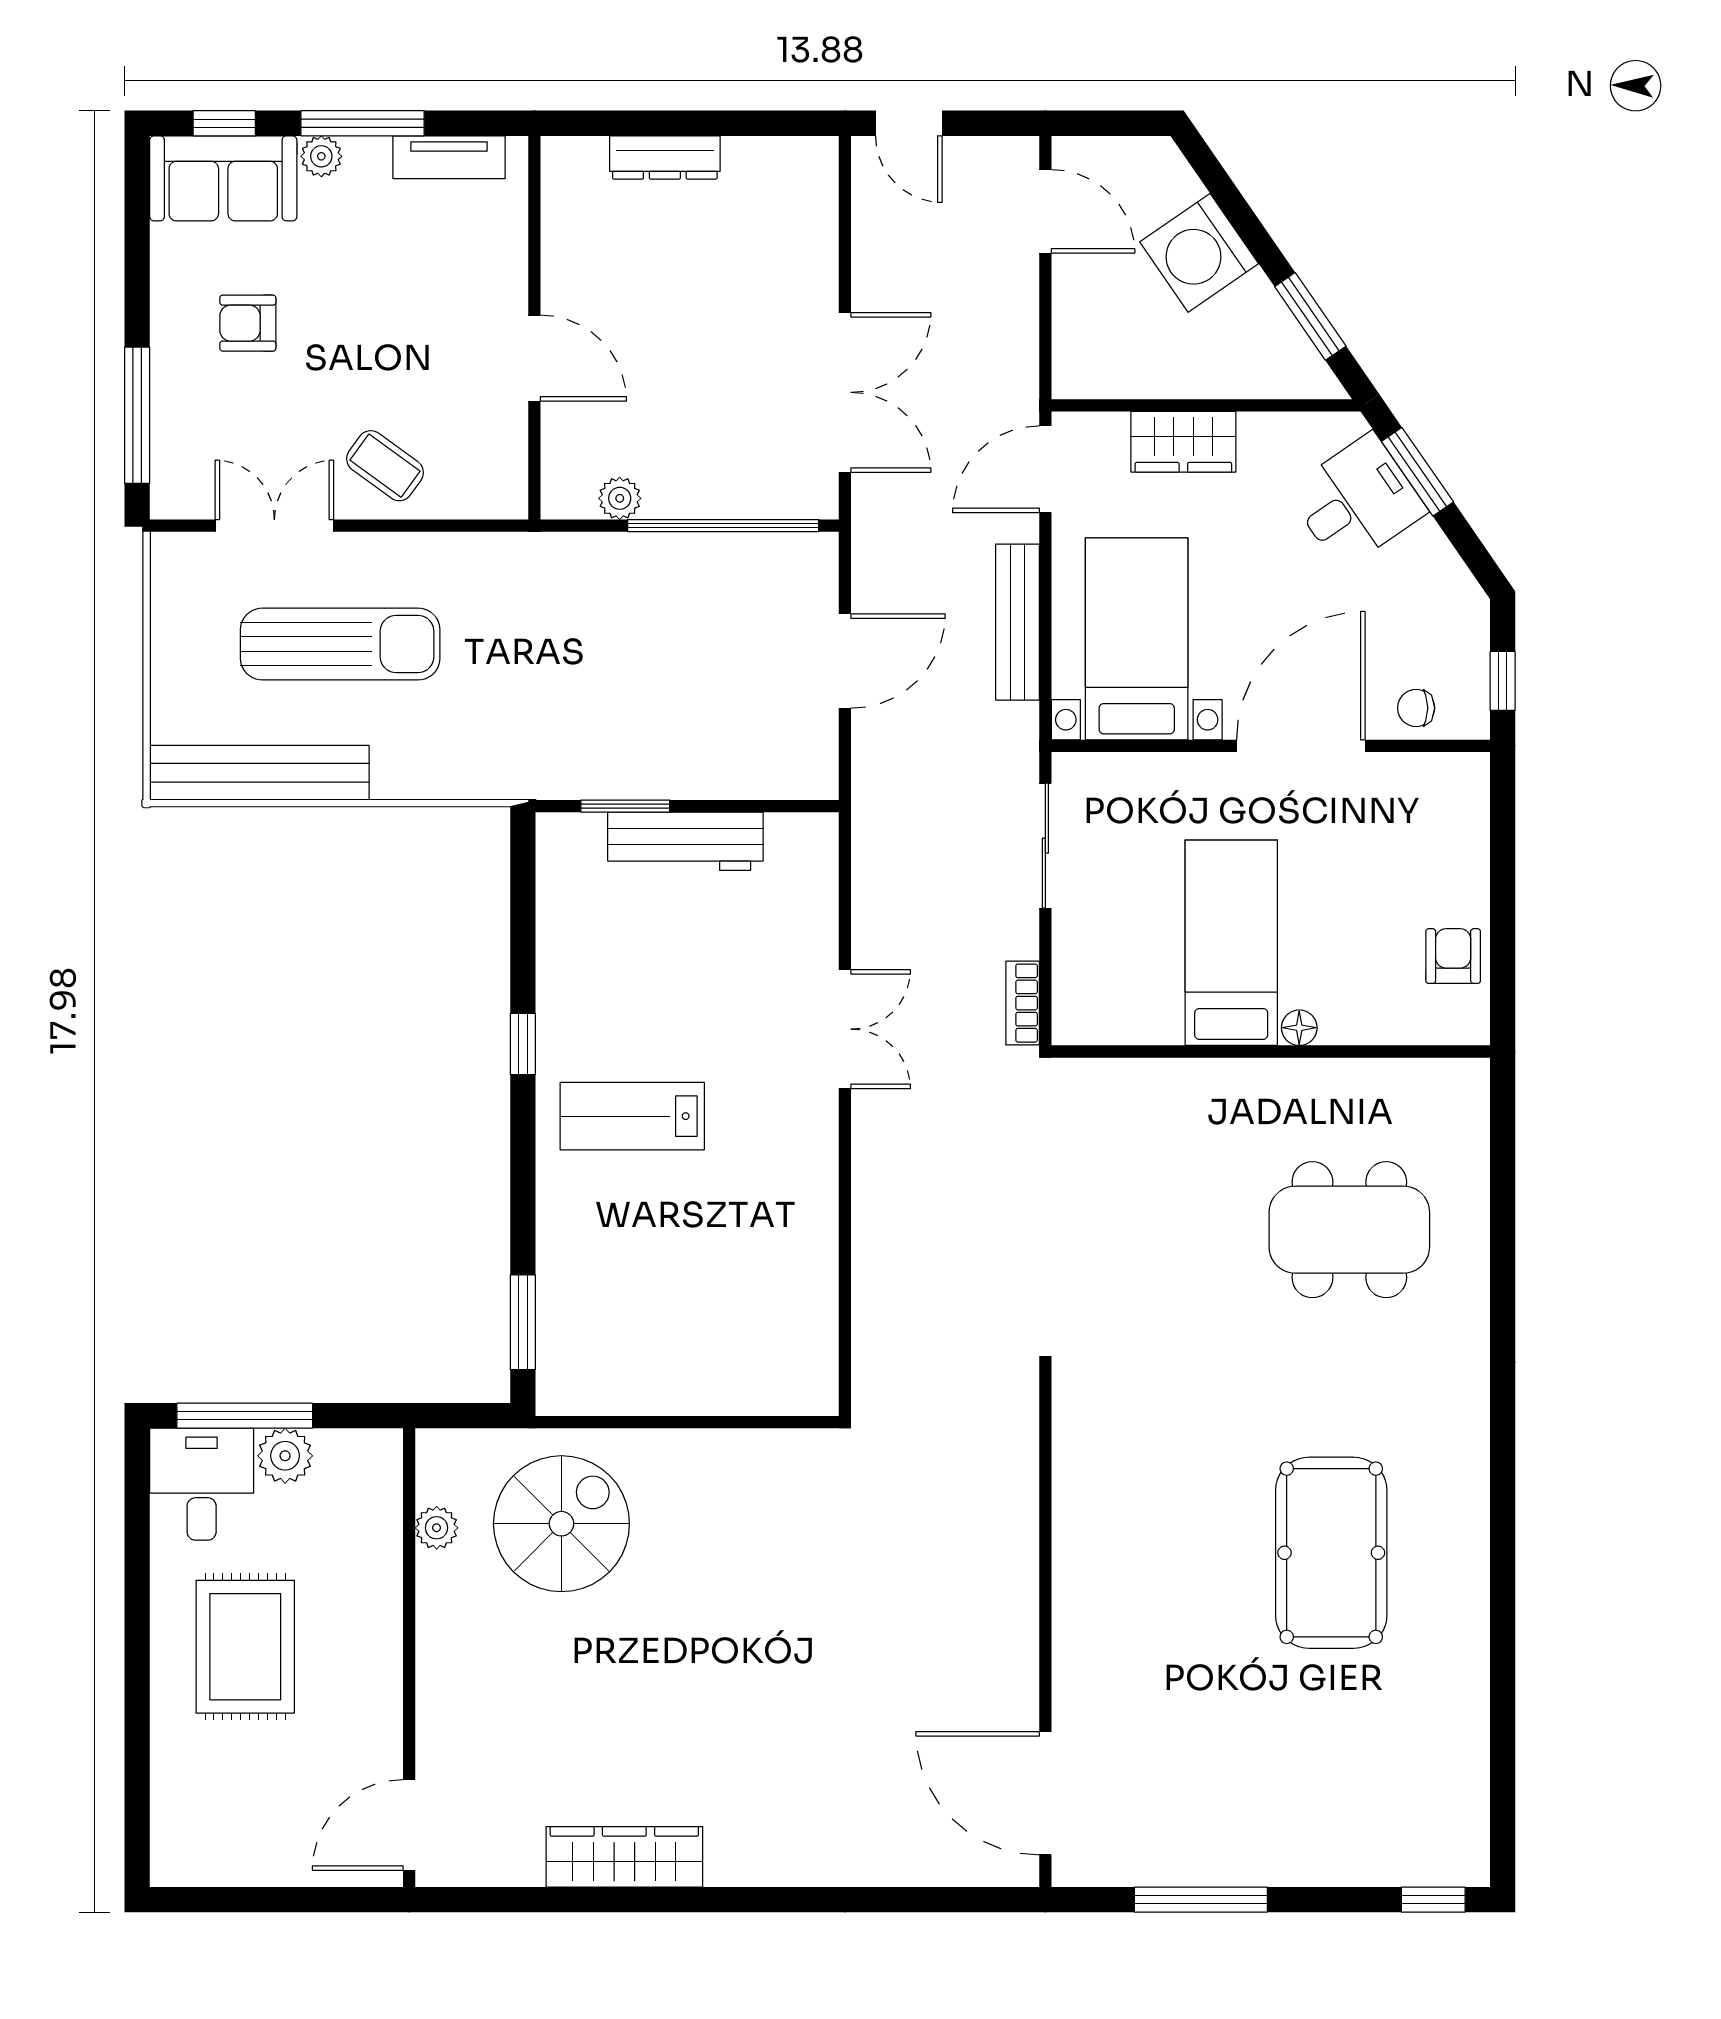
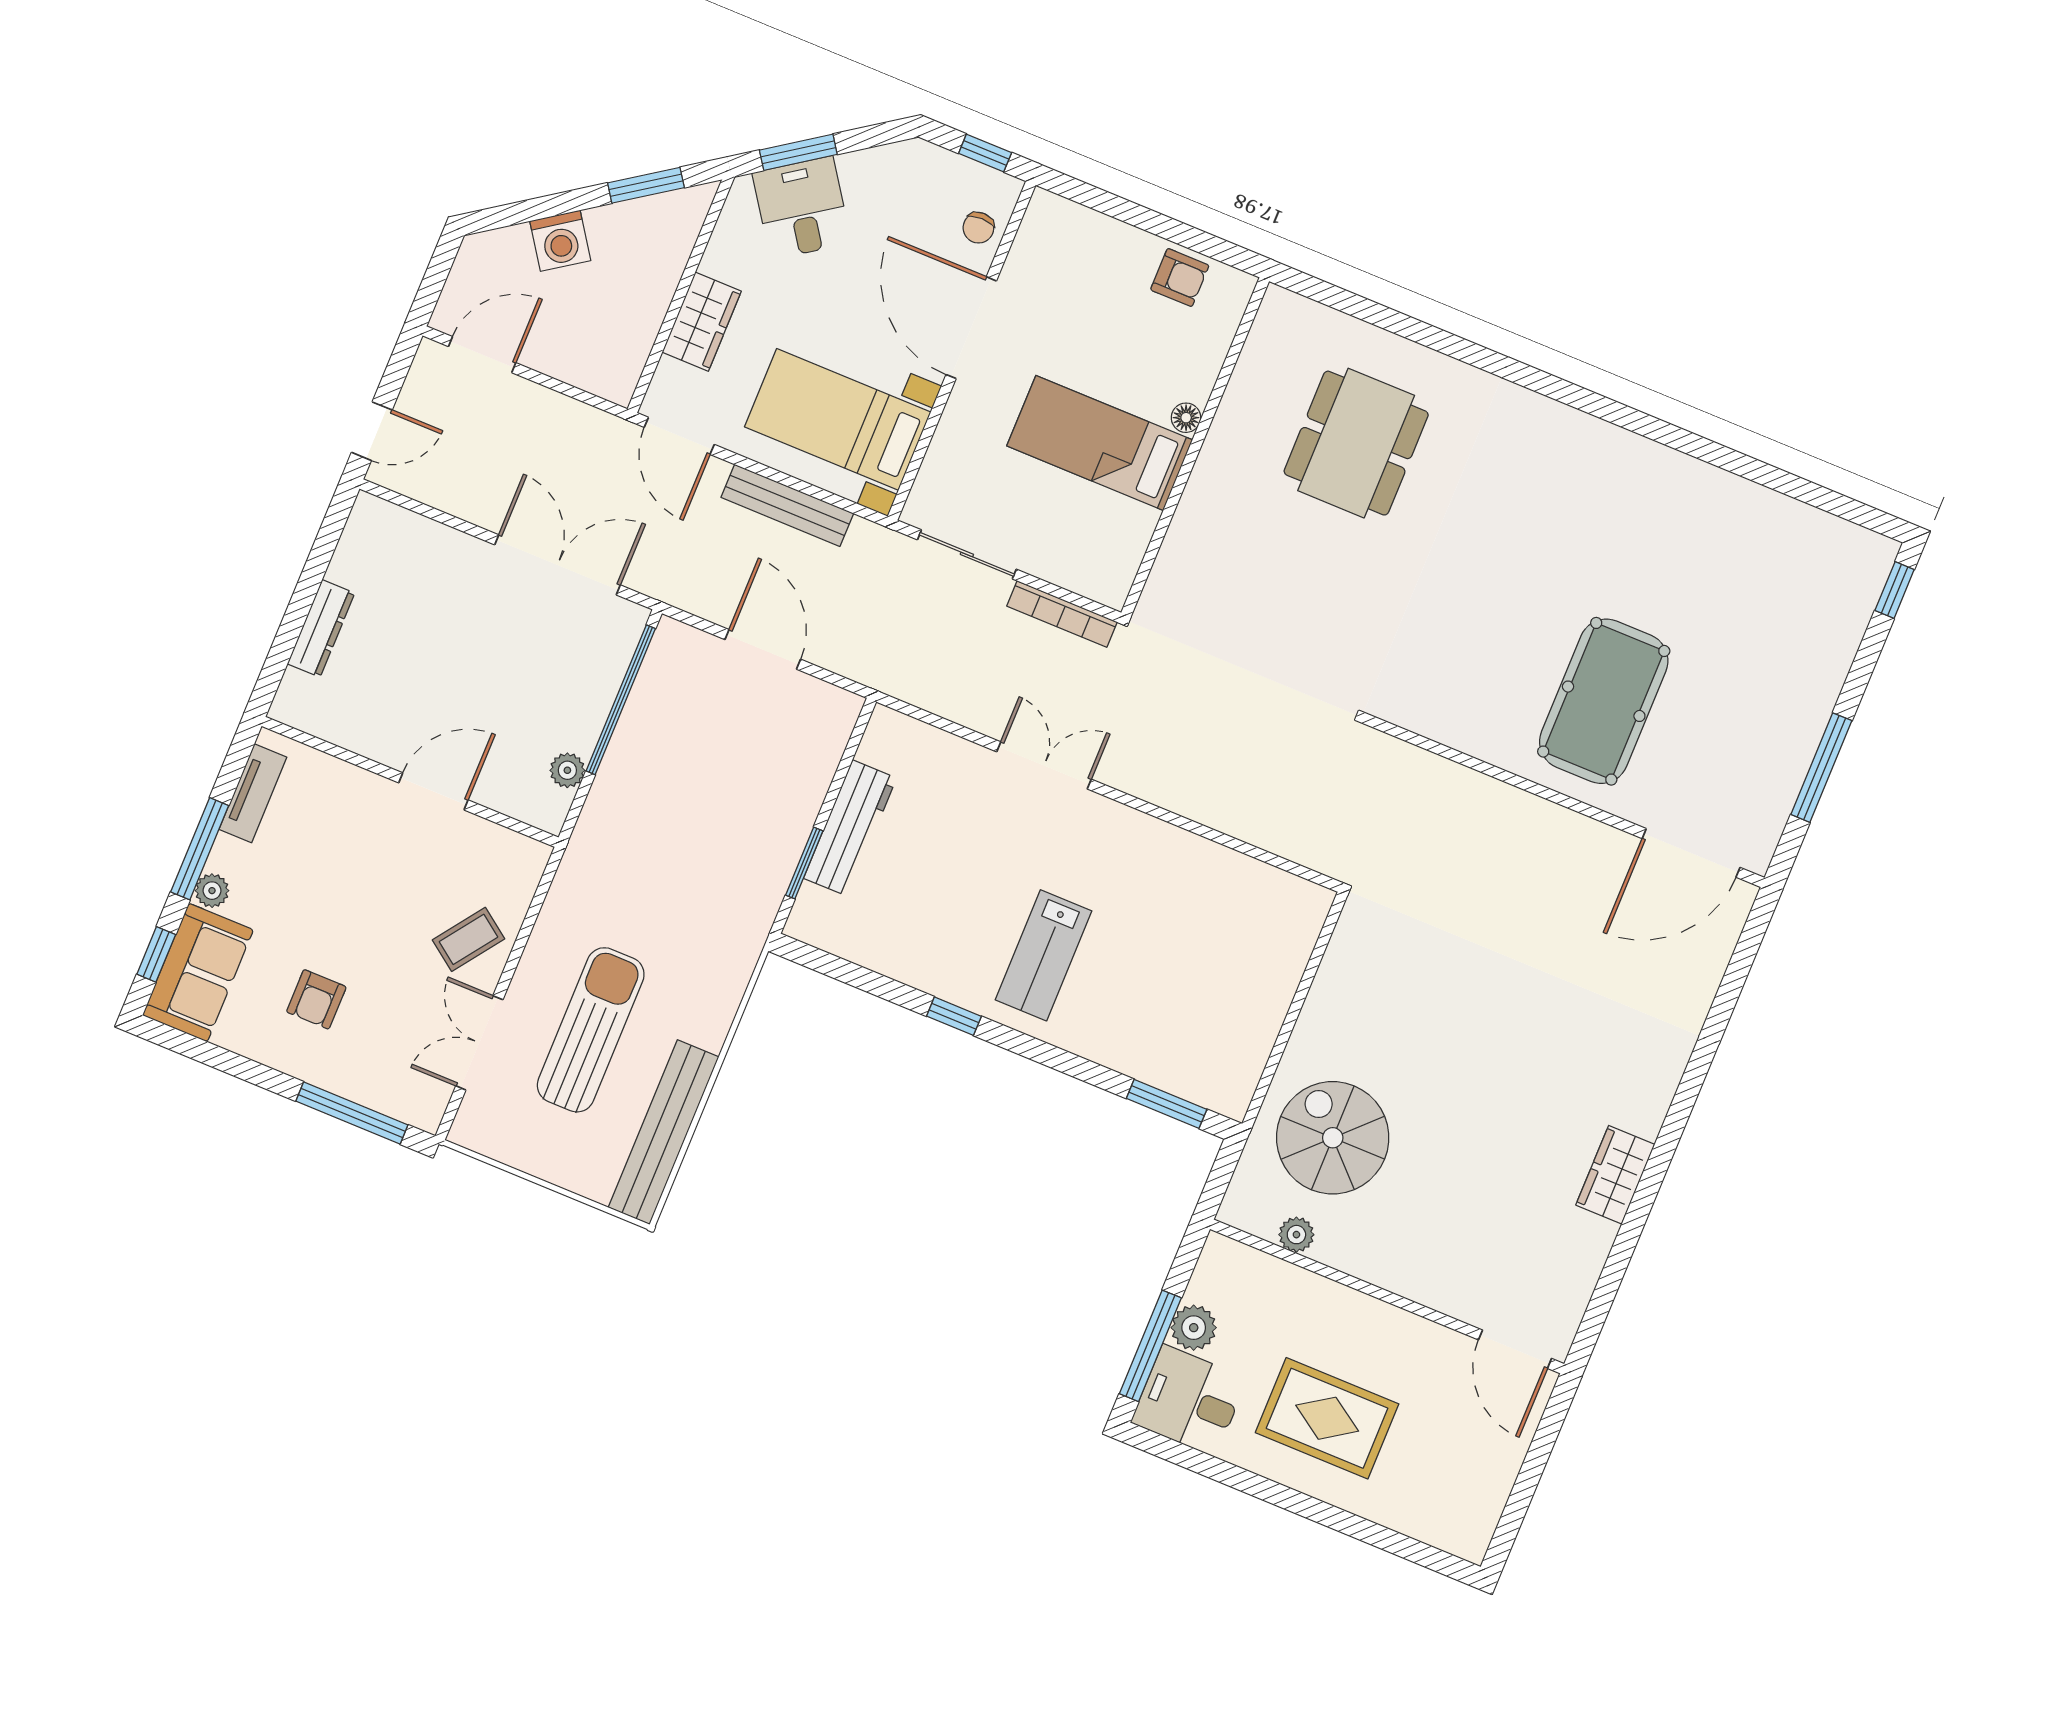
washing machine: (1199, 253) -> (560, 241), width x0.73, depth x0.73
armchair: (1453, 956) -> (1180, 278), turned 180
bookcase: (1023, 1003) -> (1062, 614), width x1.56
pool table: (1331, 1553) -> (1604, 701), moved, turned 90
wardrobe: (624, 1857) -> (1615, 1175), width x0.67

